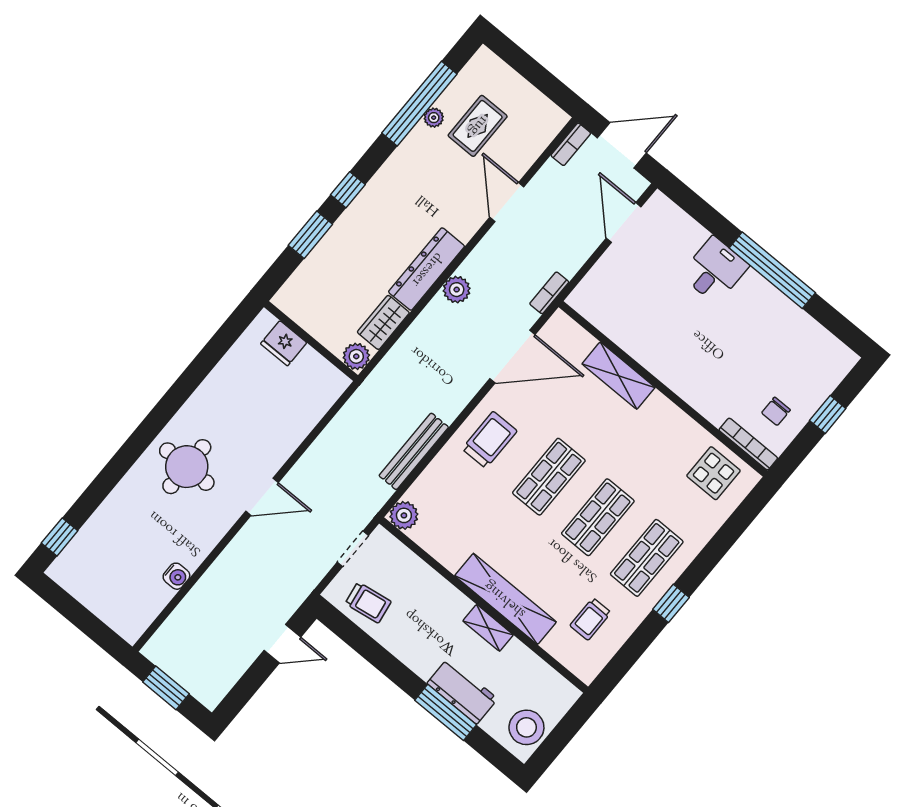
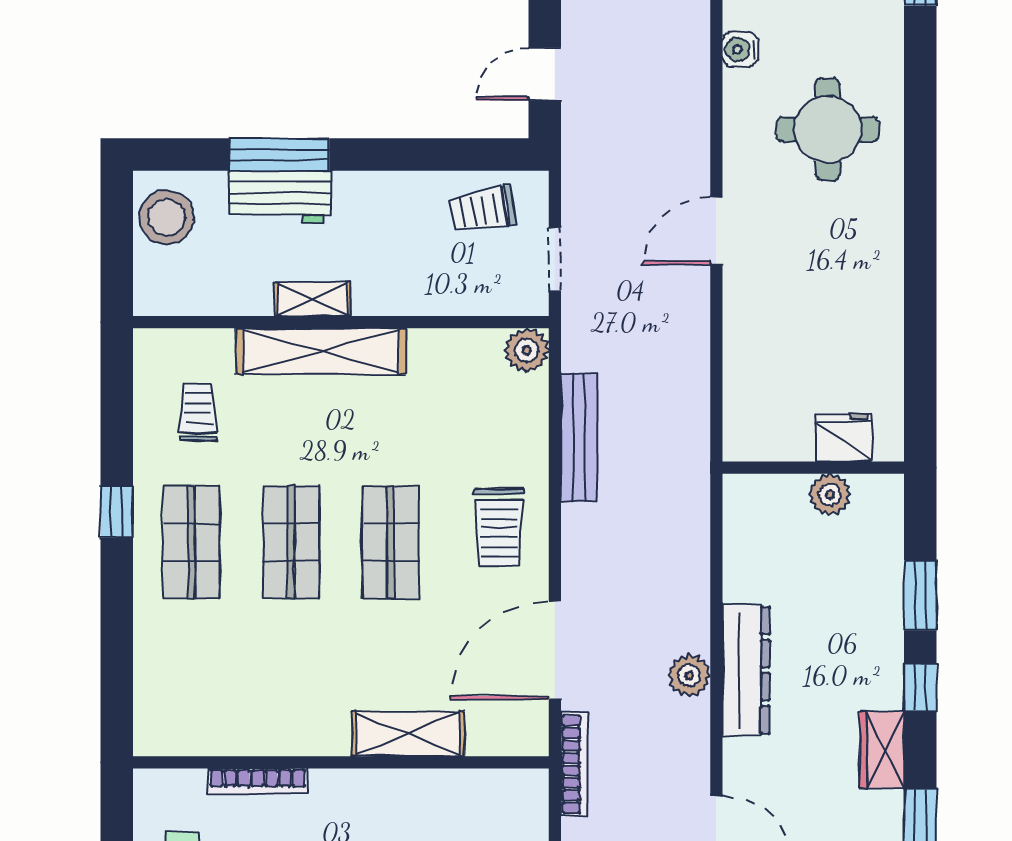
bookcase: (549, 293) -> (574, 764), width x1.56
wardrobe: (383, 322) -> (882, 750), moved, turned 180
plant: (356, 356) -> (830, 494), moved
bookcase: (748, 444) -> (258, 781), moved
round table: (187, 467) -> (828, 129), moved
display table: (713, 473) -> (196, 711), removed

